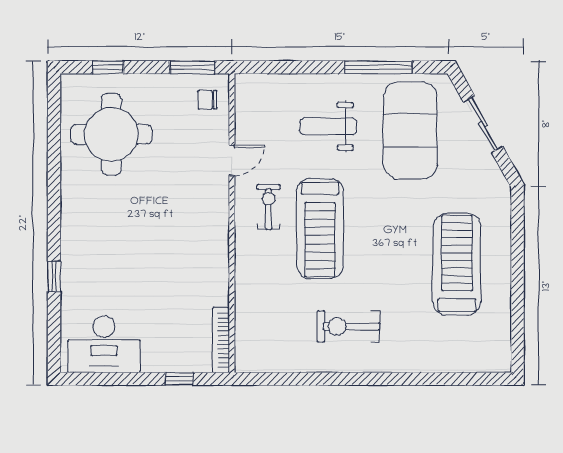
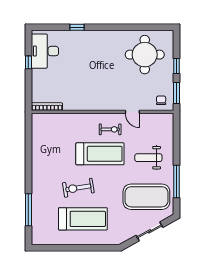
window: (108, 67) -> (177, 66), moved
weight bench: (328, 126) -> (148, 158), turned -90
treadmill: (320, 229) -> (100, 154), turned 180
exercise bike: (348, 326) -> (78, 188), moved, turned -99
window: (179, 379) -> (28, 62), moved
window: (438, 379) -> (28, 210), added

